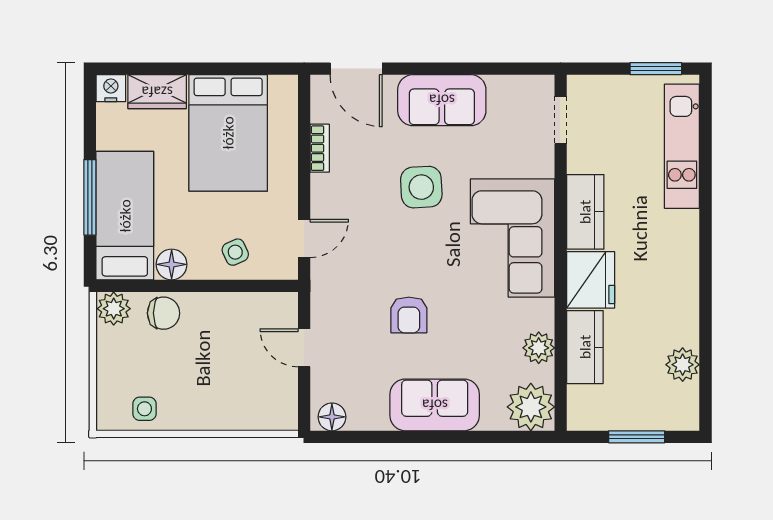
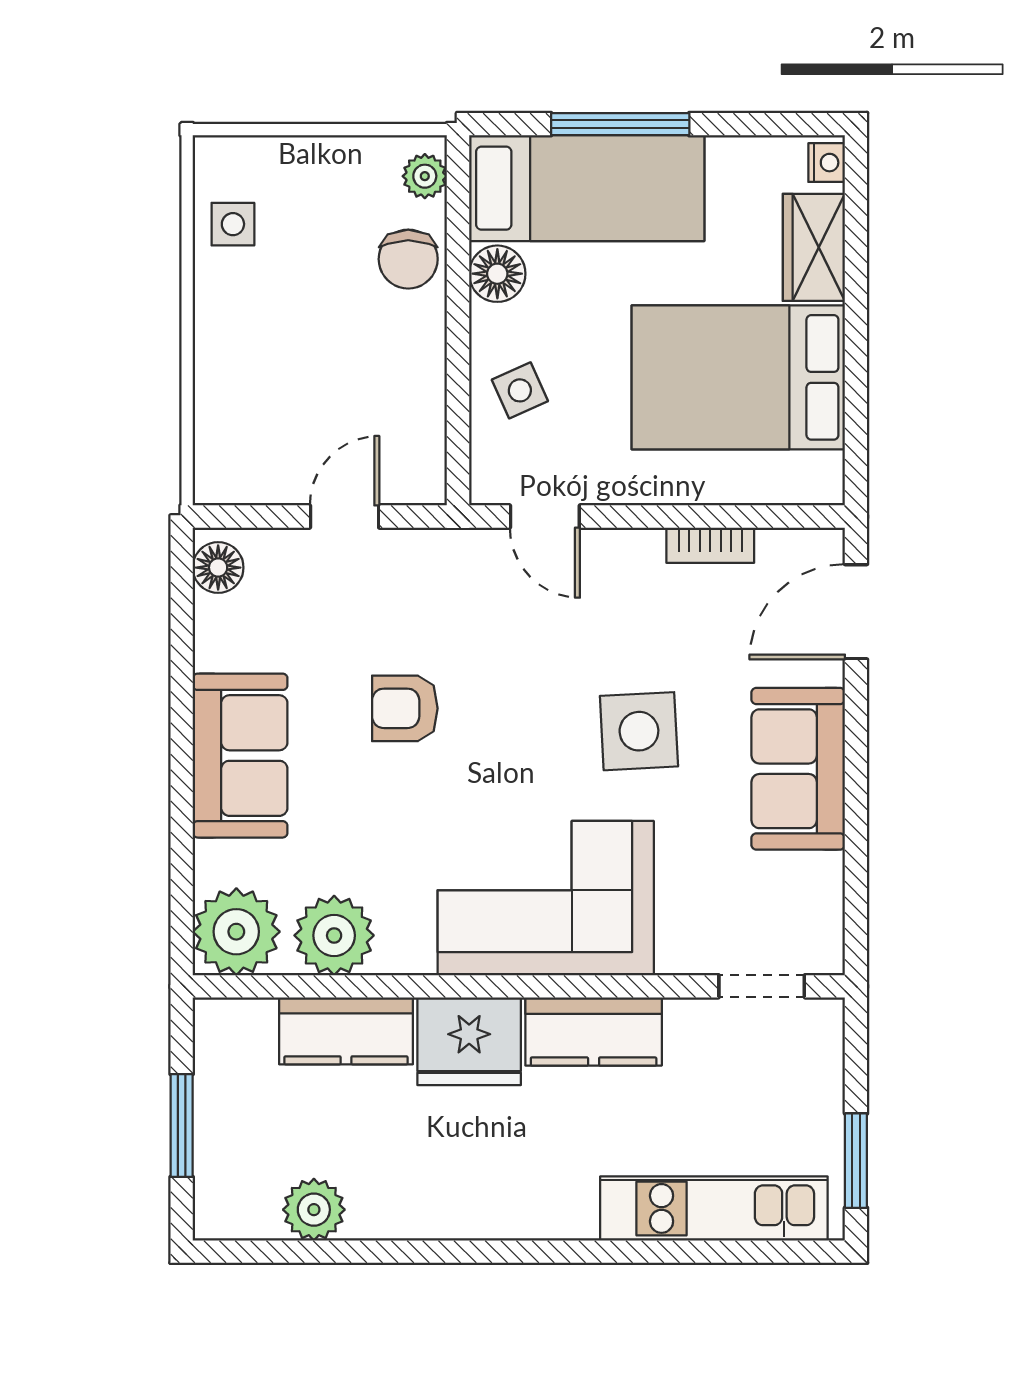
nightstand: (111, 88) -> (827, 163), width x0.72, depth x0.74
plant: (114, 309) -> (425, 176), width x0.73, depth x0.73
plant: (539, 348) -> (334, 935), width x1.36, depth x1.36

